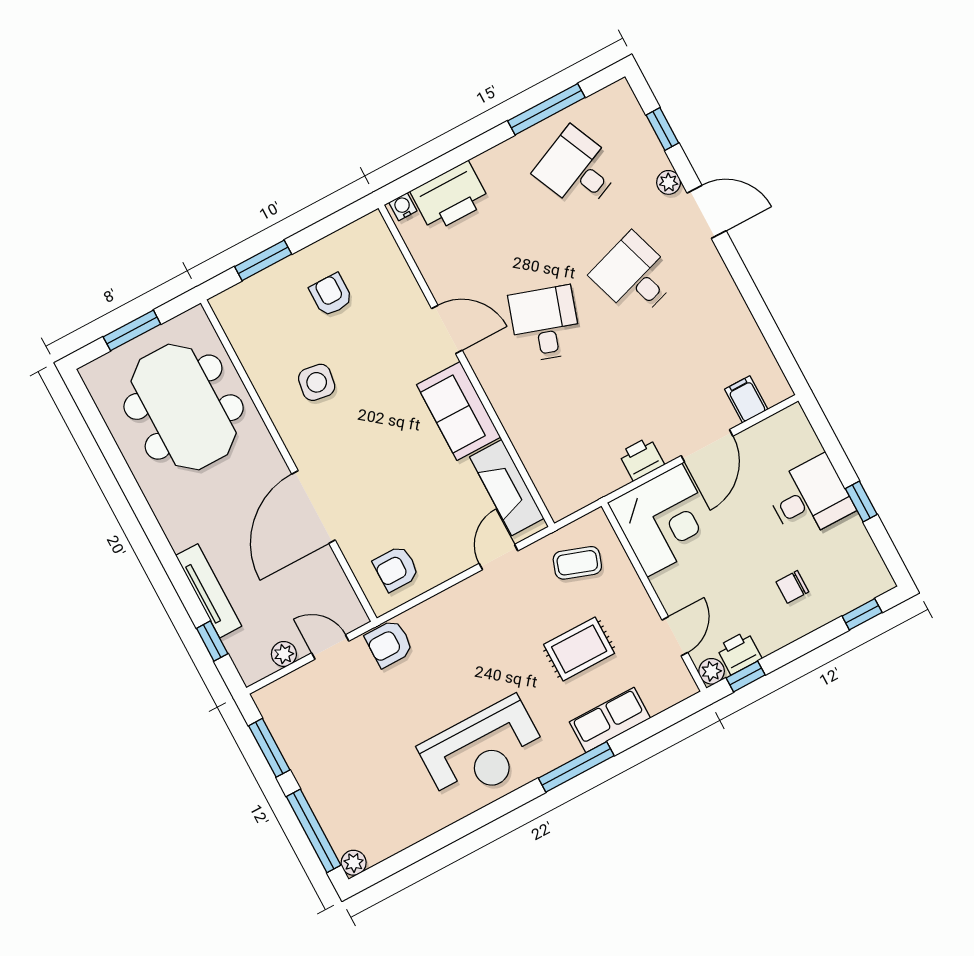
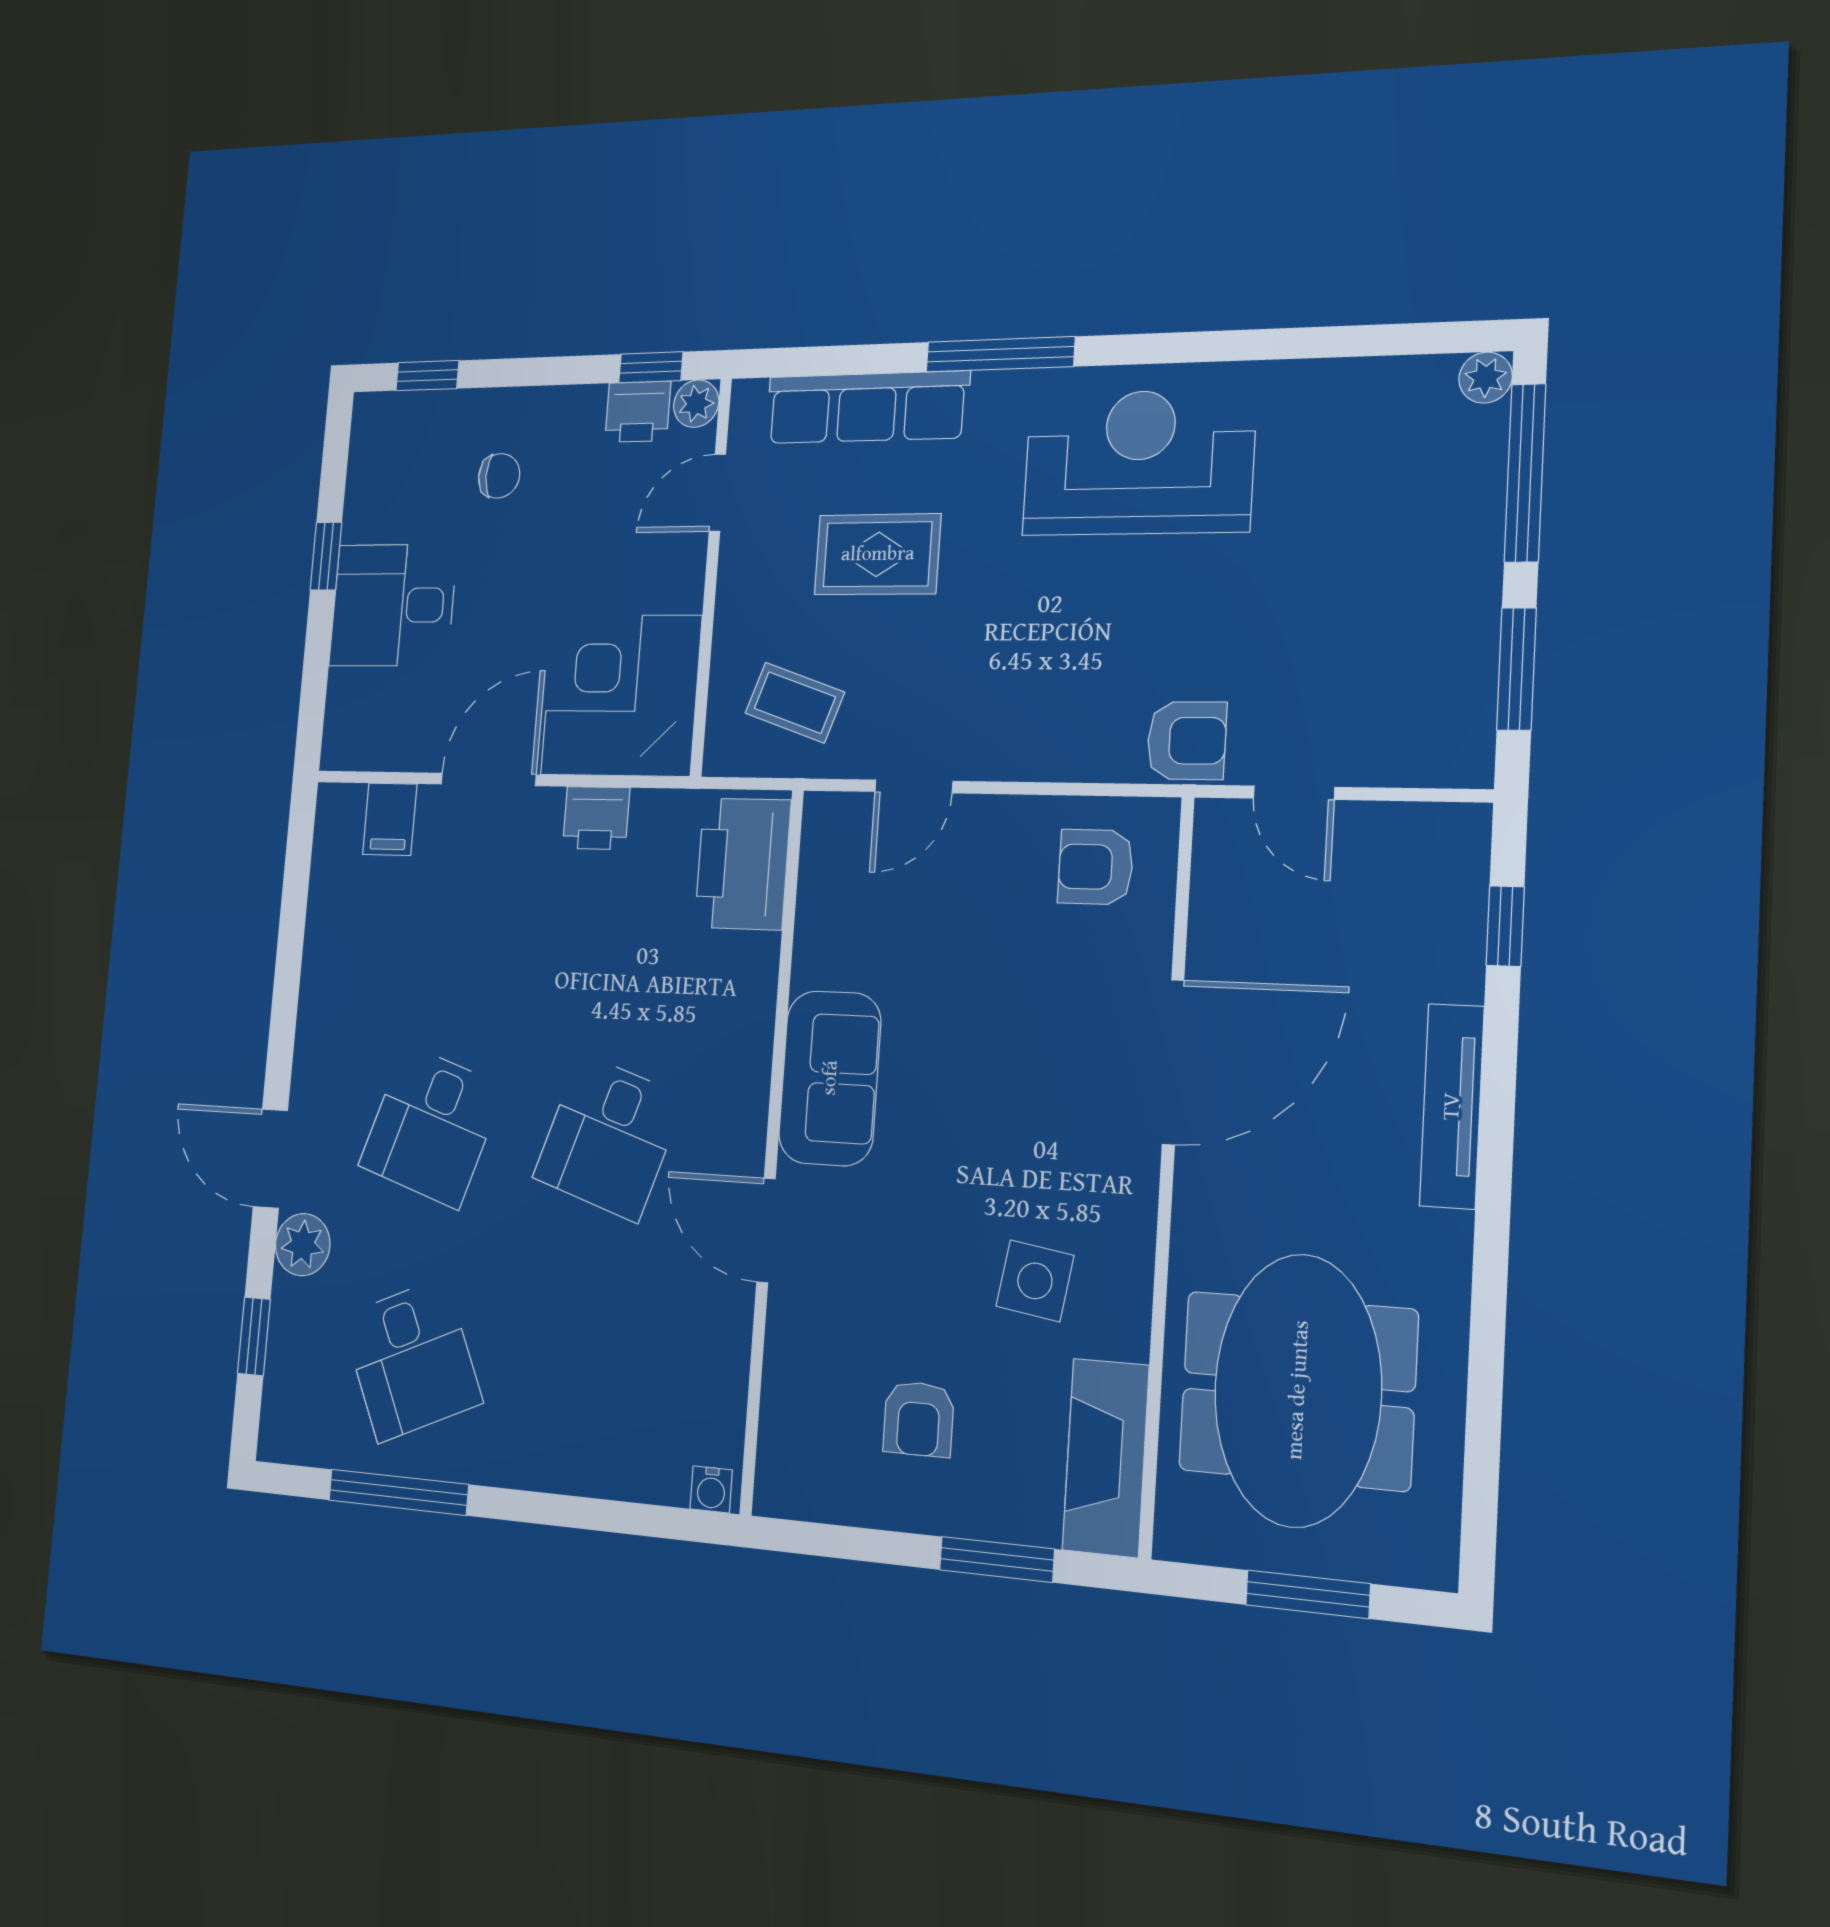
plant: (669, 182) -> (303, 1245), width x1.38, depth x1.38
printer: (450, 197) -> (743, 864), moved, turned -90
desk: (634, 276) -> (432, 1126), turned 36
fireplace: (507, 488) -> (1106, 1458), moved, turned 180
armchair: (396, 568) -> (1096, 867), turned 180
tv unit: (209, 591) -> (1452, 1106), moved
plant: (284, 654) -> (1386, 827), removed
row of seats: (610, 720) -> (867, 407), width x1.48

